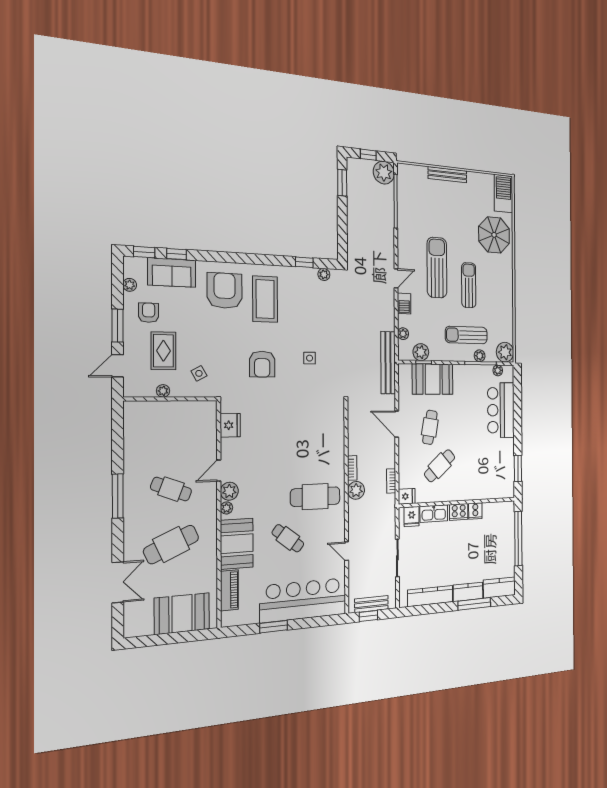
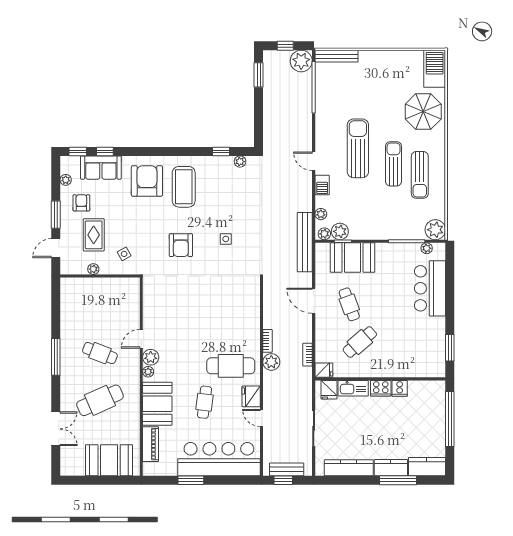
bench: (447, 175) -> (336, 56), moved
door: (396, 278) -> (314, 161), swing flipped
sun lounger: (466, 335) -> (420, 175), moved, turned -90
plant: (480, 356) -> (324, 234), moved
fridge: (230, 425) -> (251, 396), moved, turned 180
cafe table: (430, 427) -> (349, 304), turned -30
cafe table: (288, 538) -> (204, 402), turned 59

